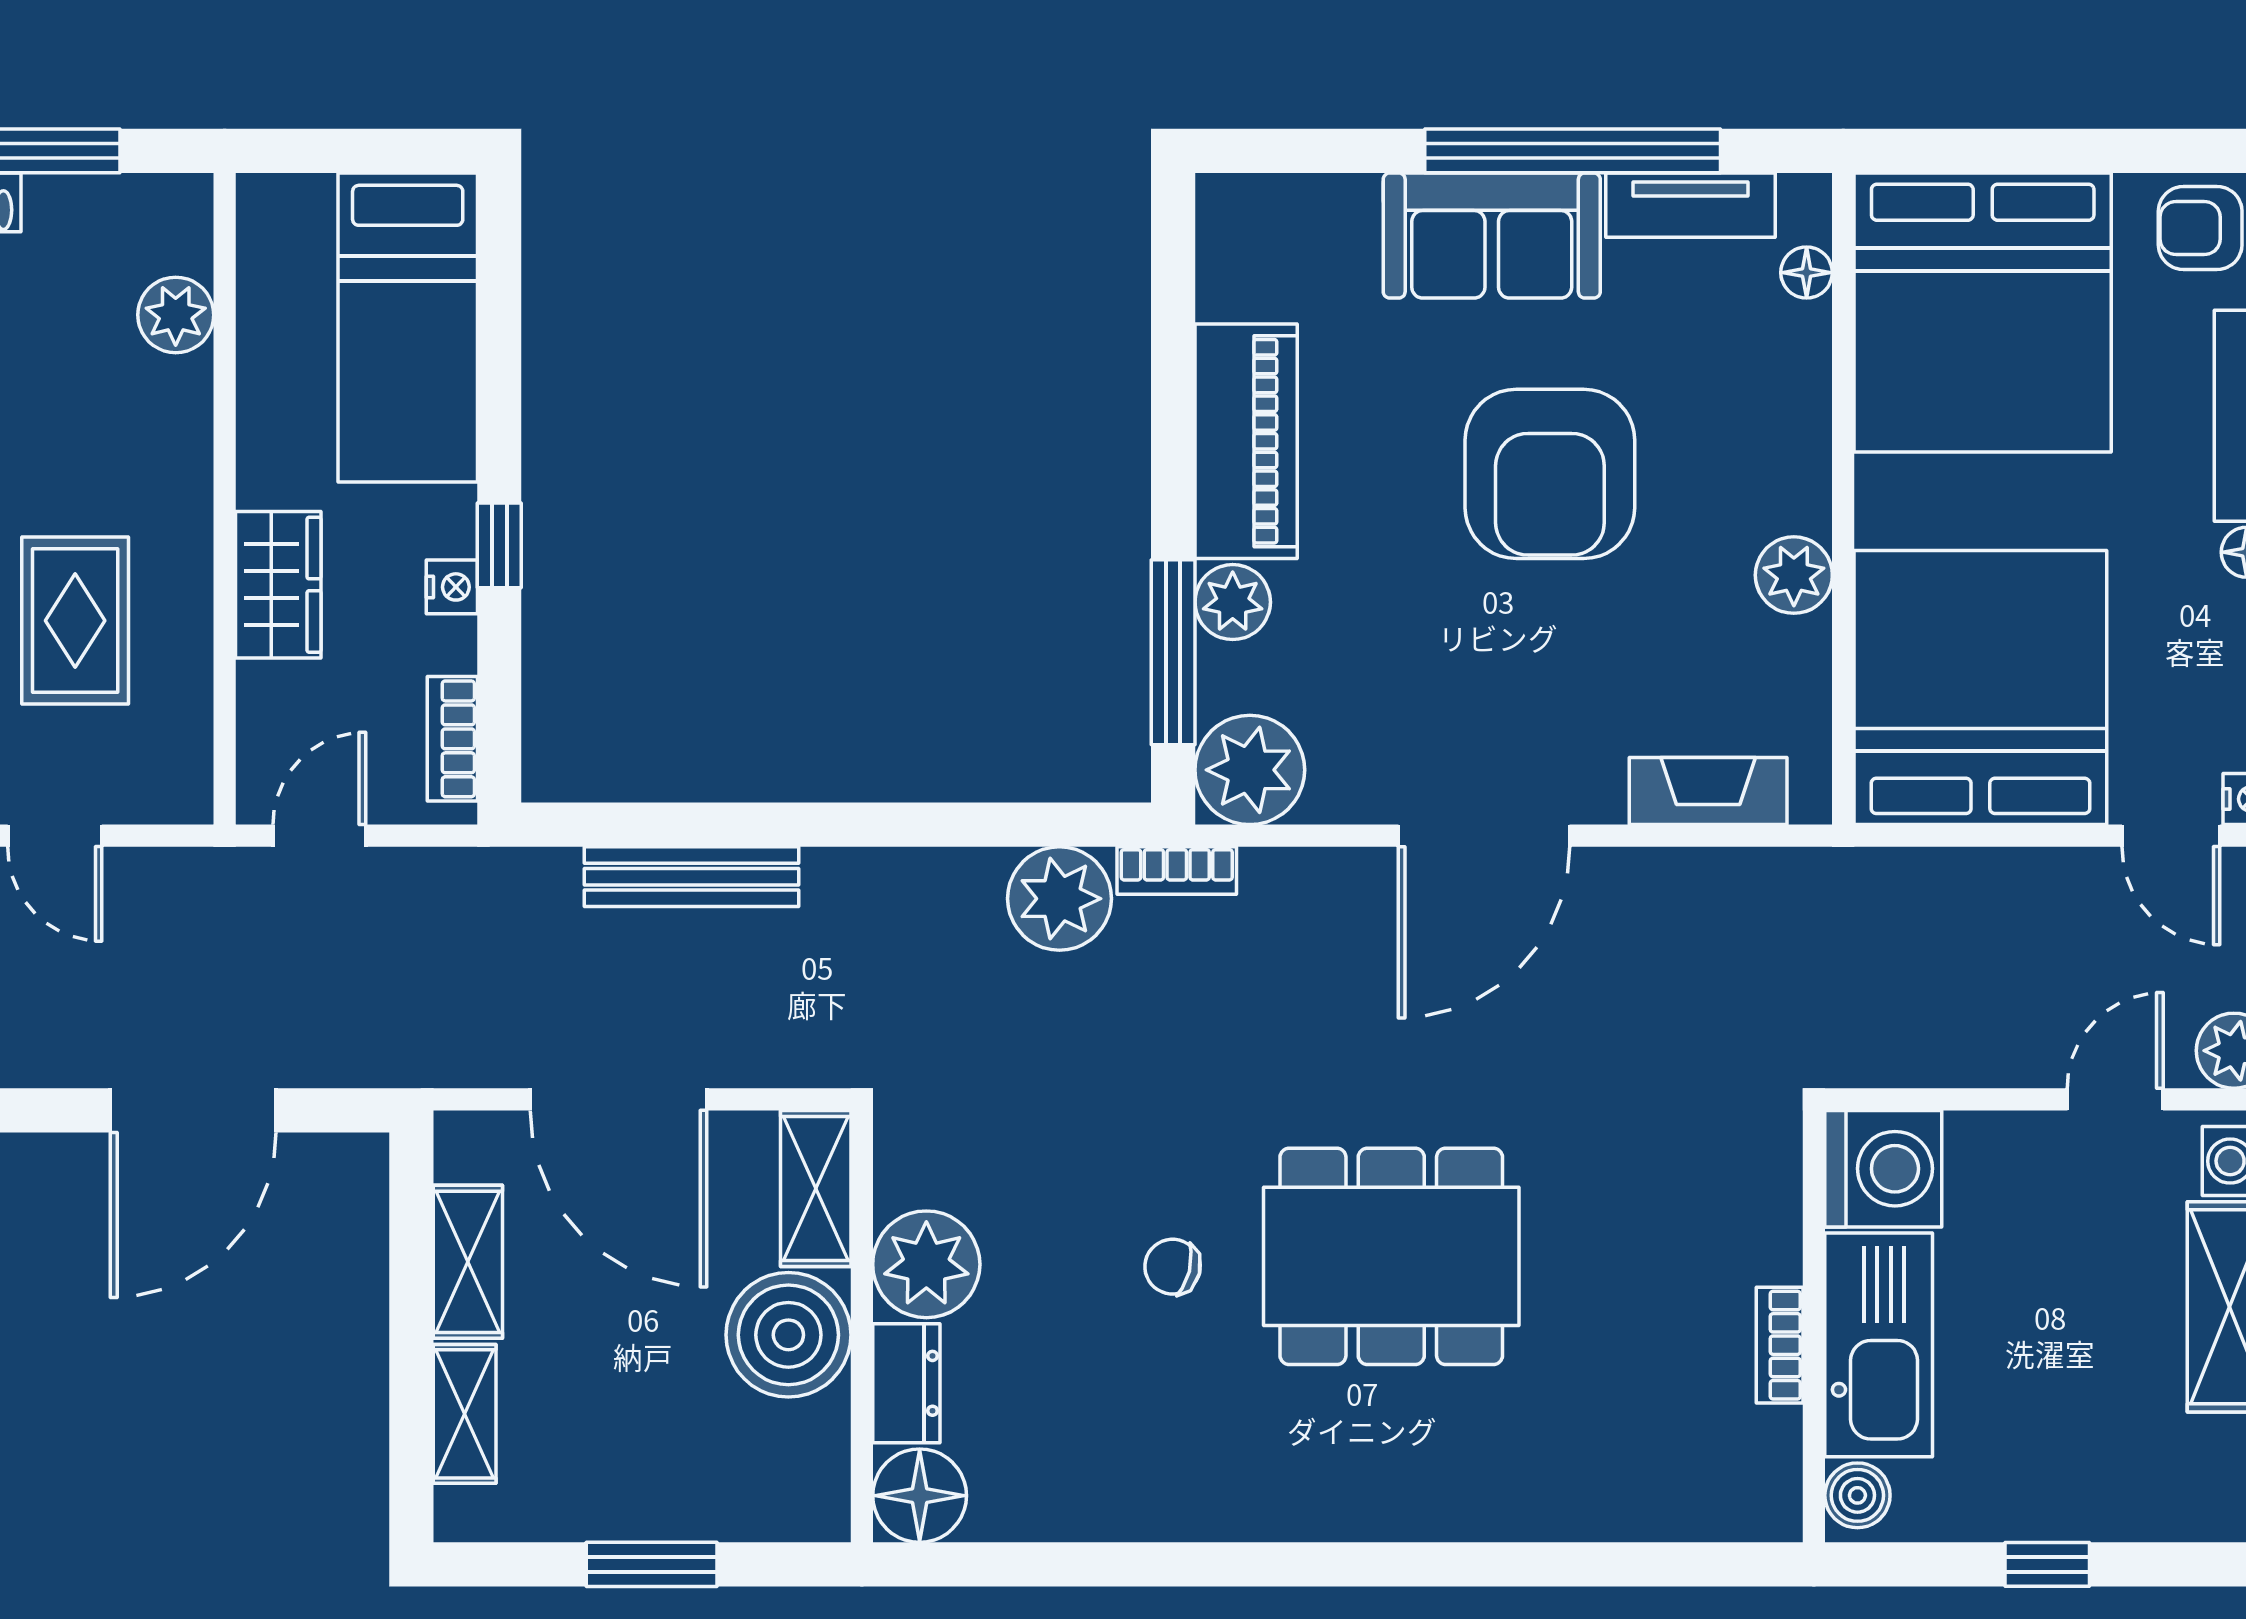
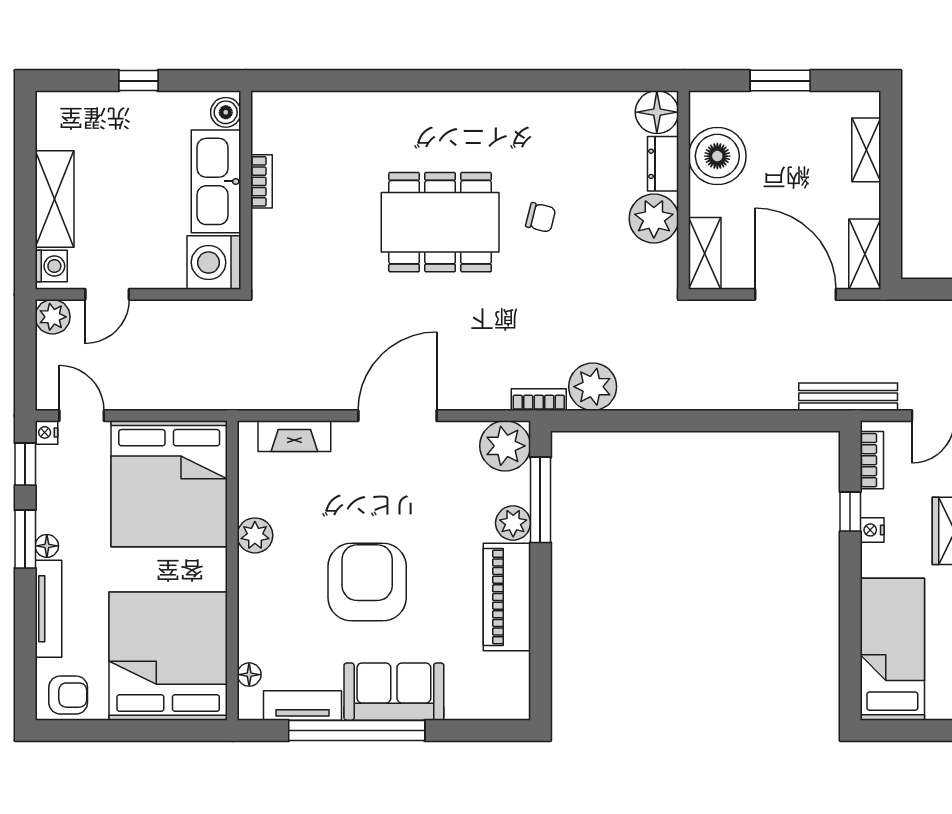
window: (499, 545) -> (850, 512), moved
bench: (691, 877) -> (848, 397), moved
shelving: (468, 1262) -> (865, 254), moved
boiler: (788, 1335) -> (717, 156), moved

